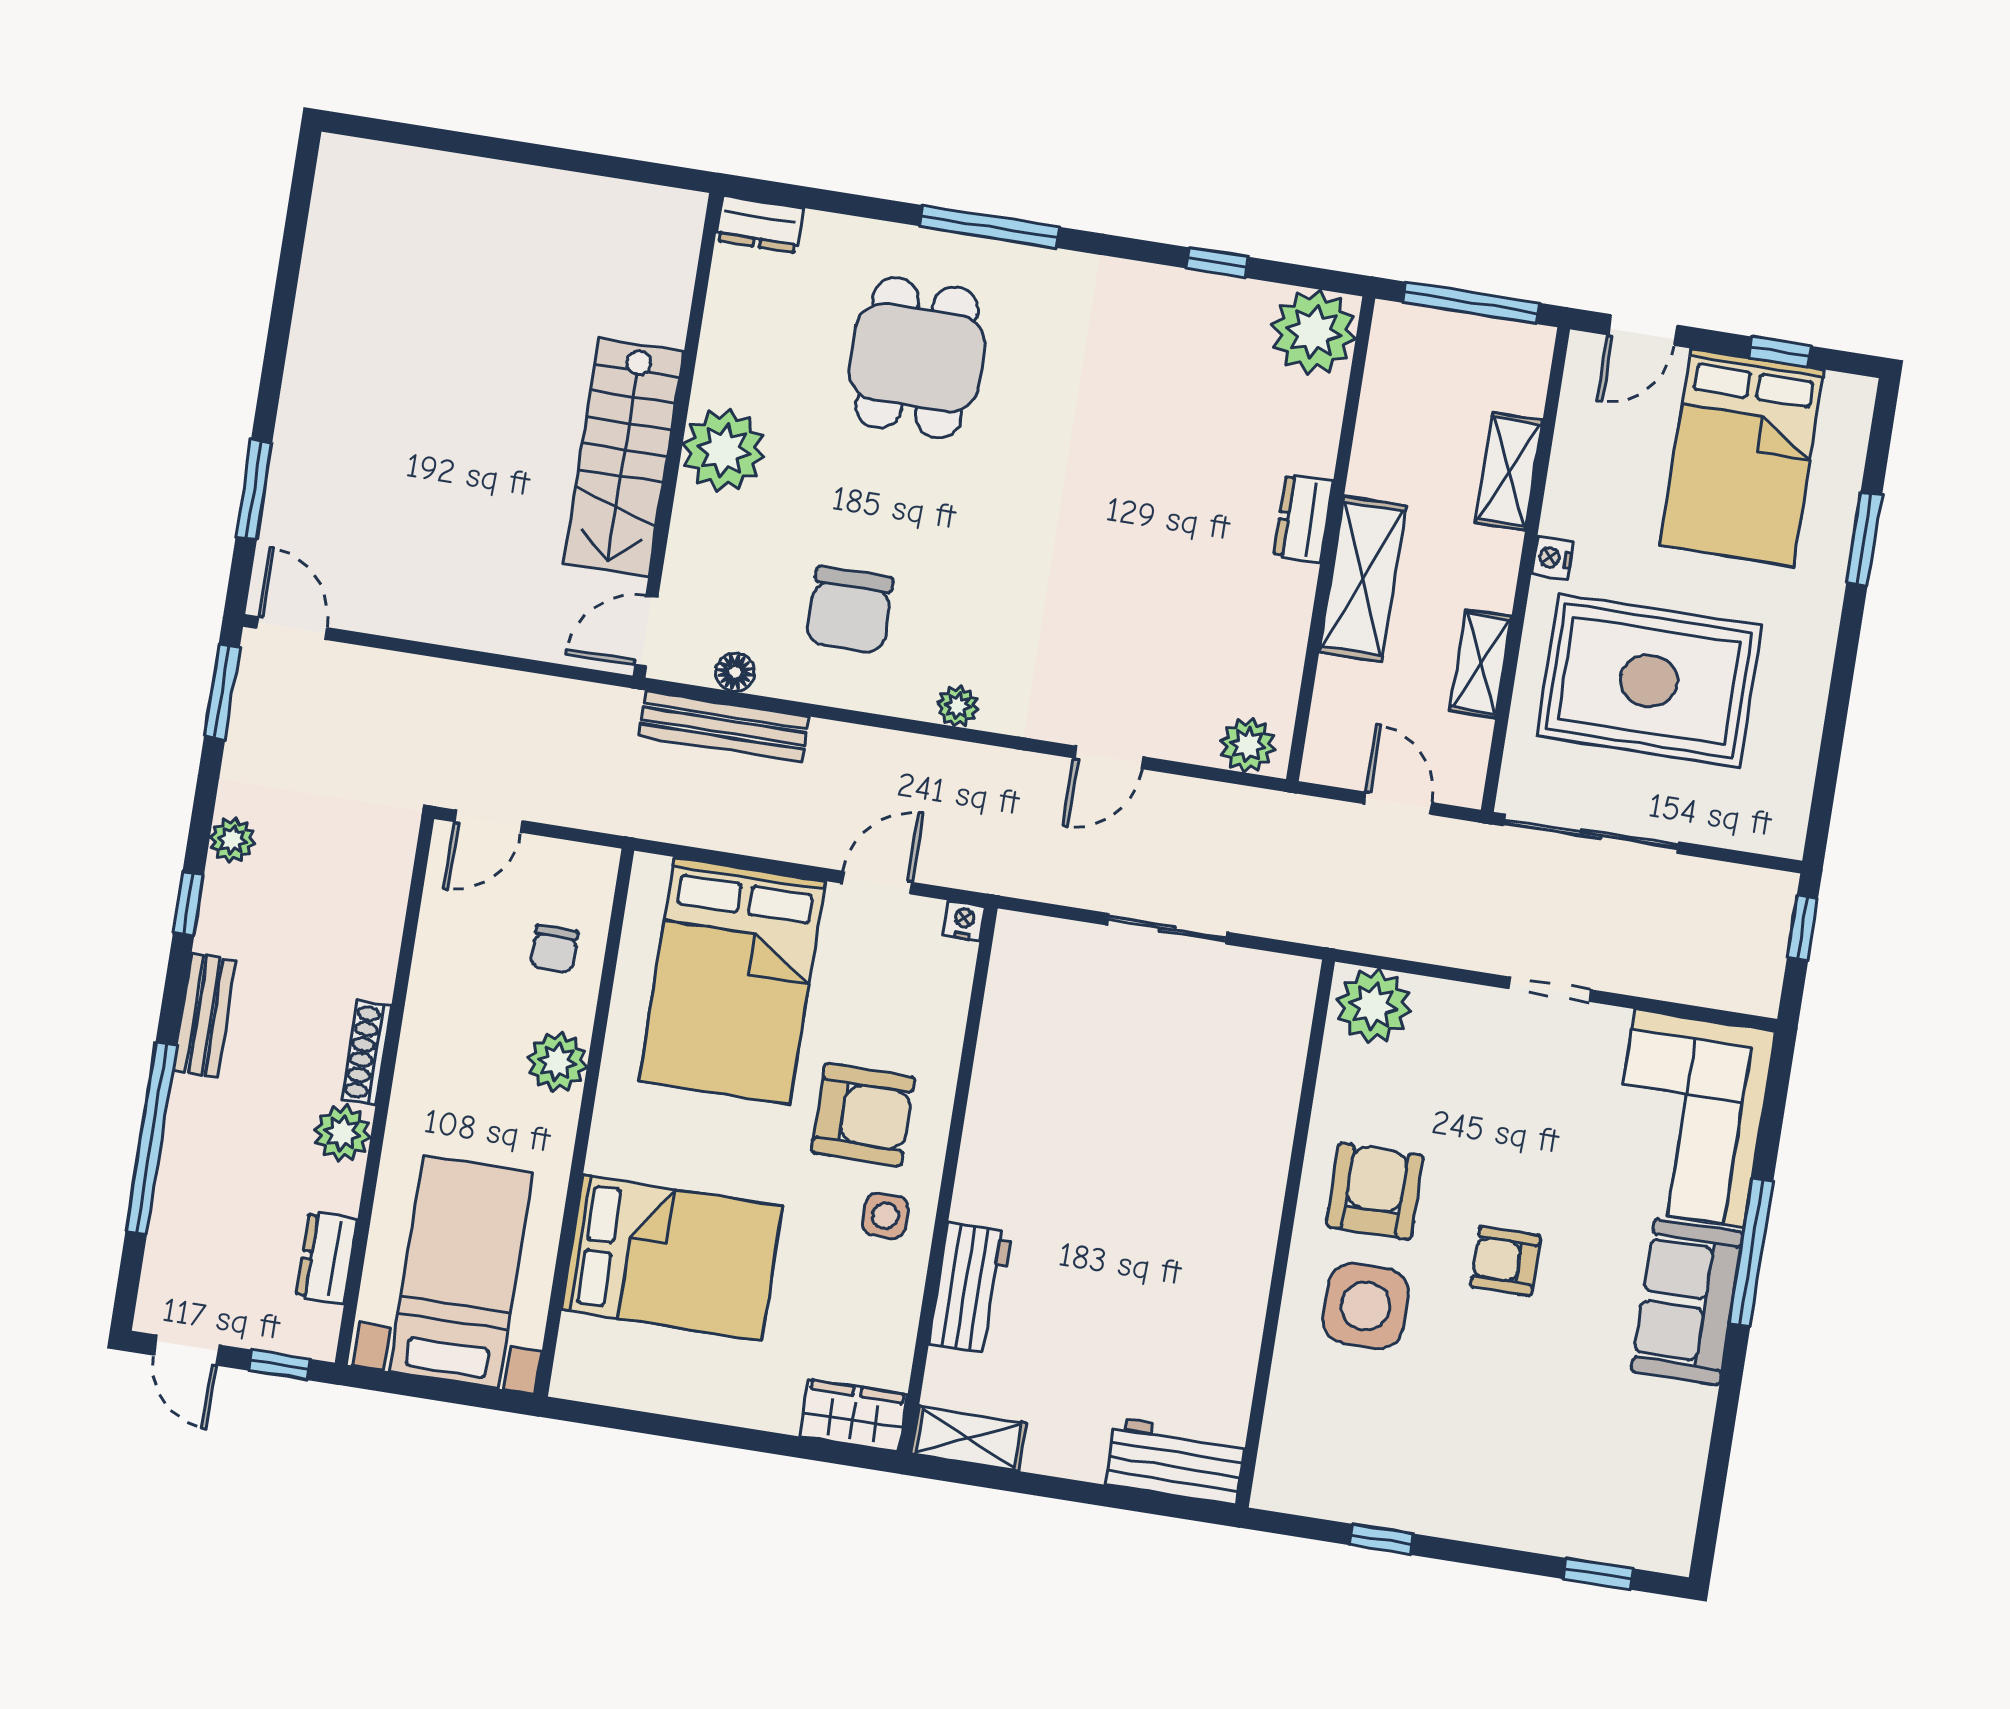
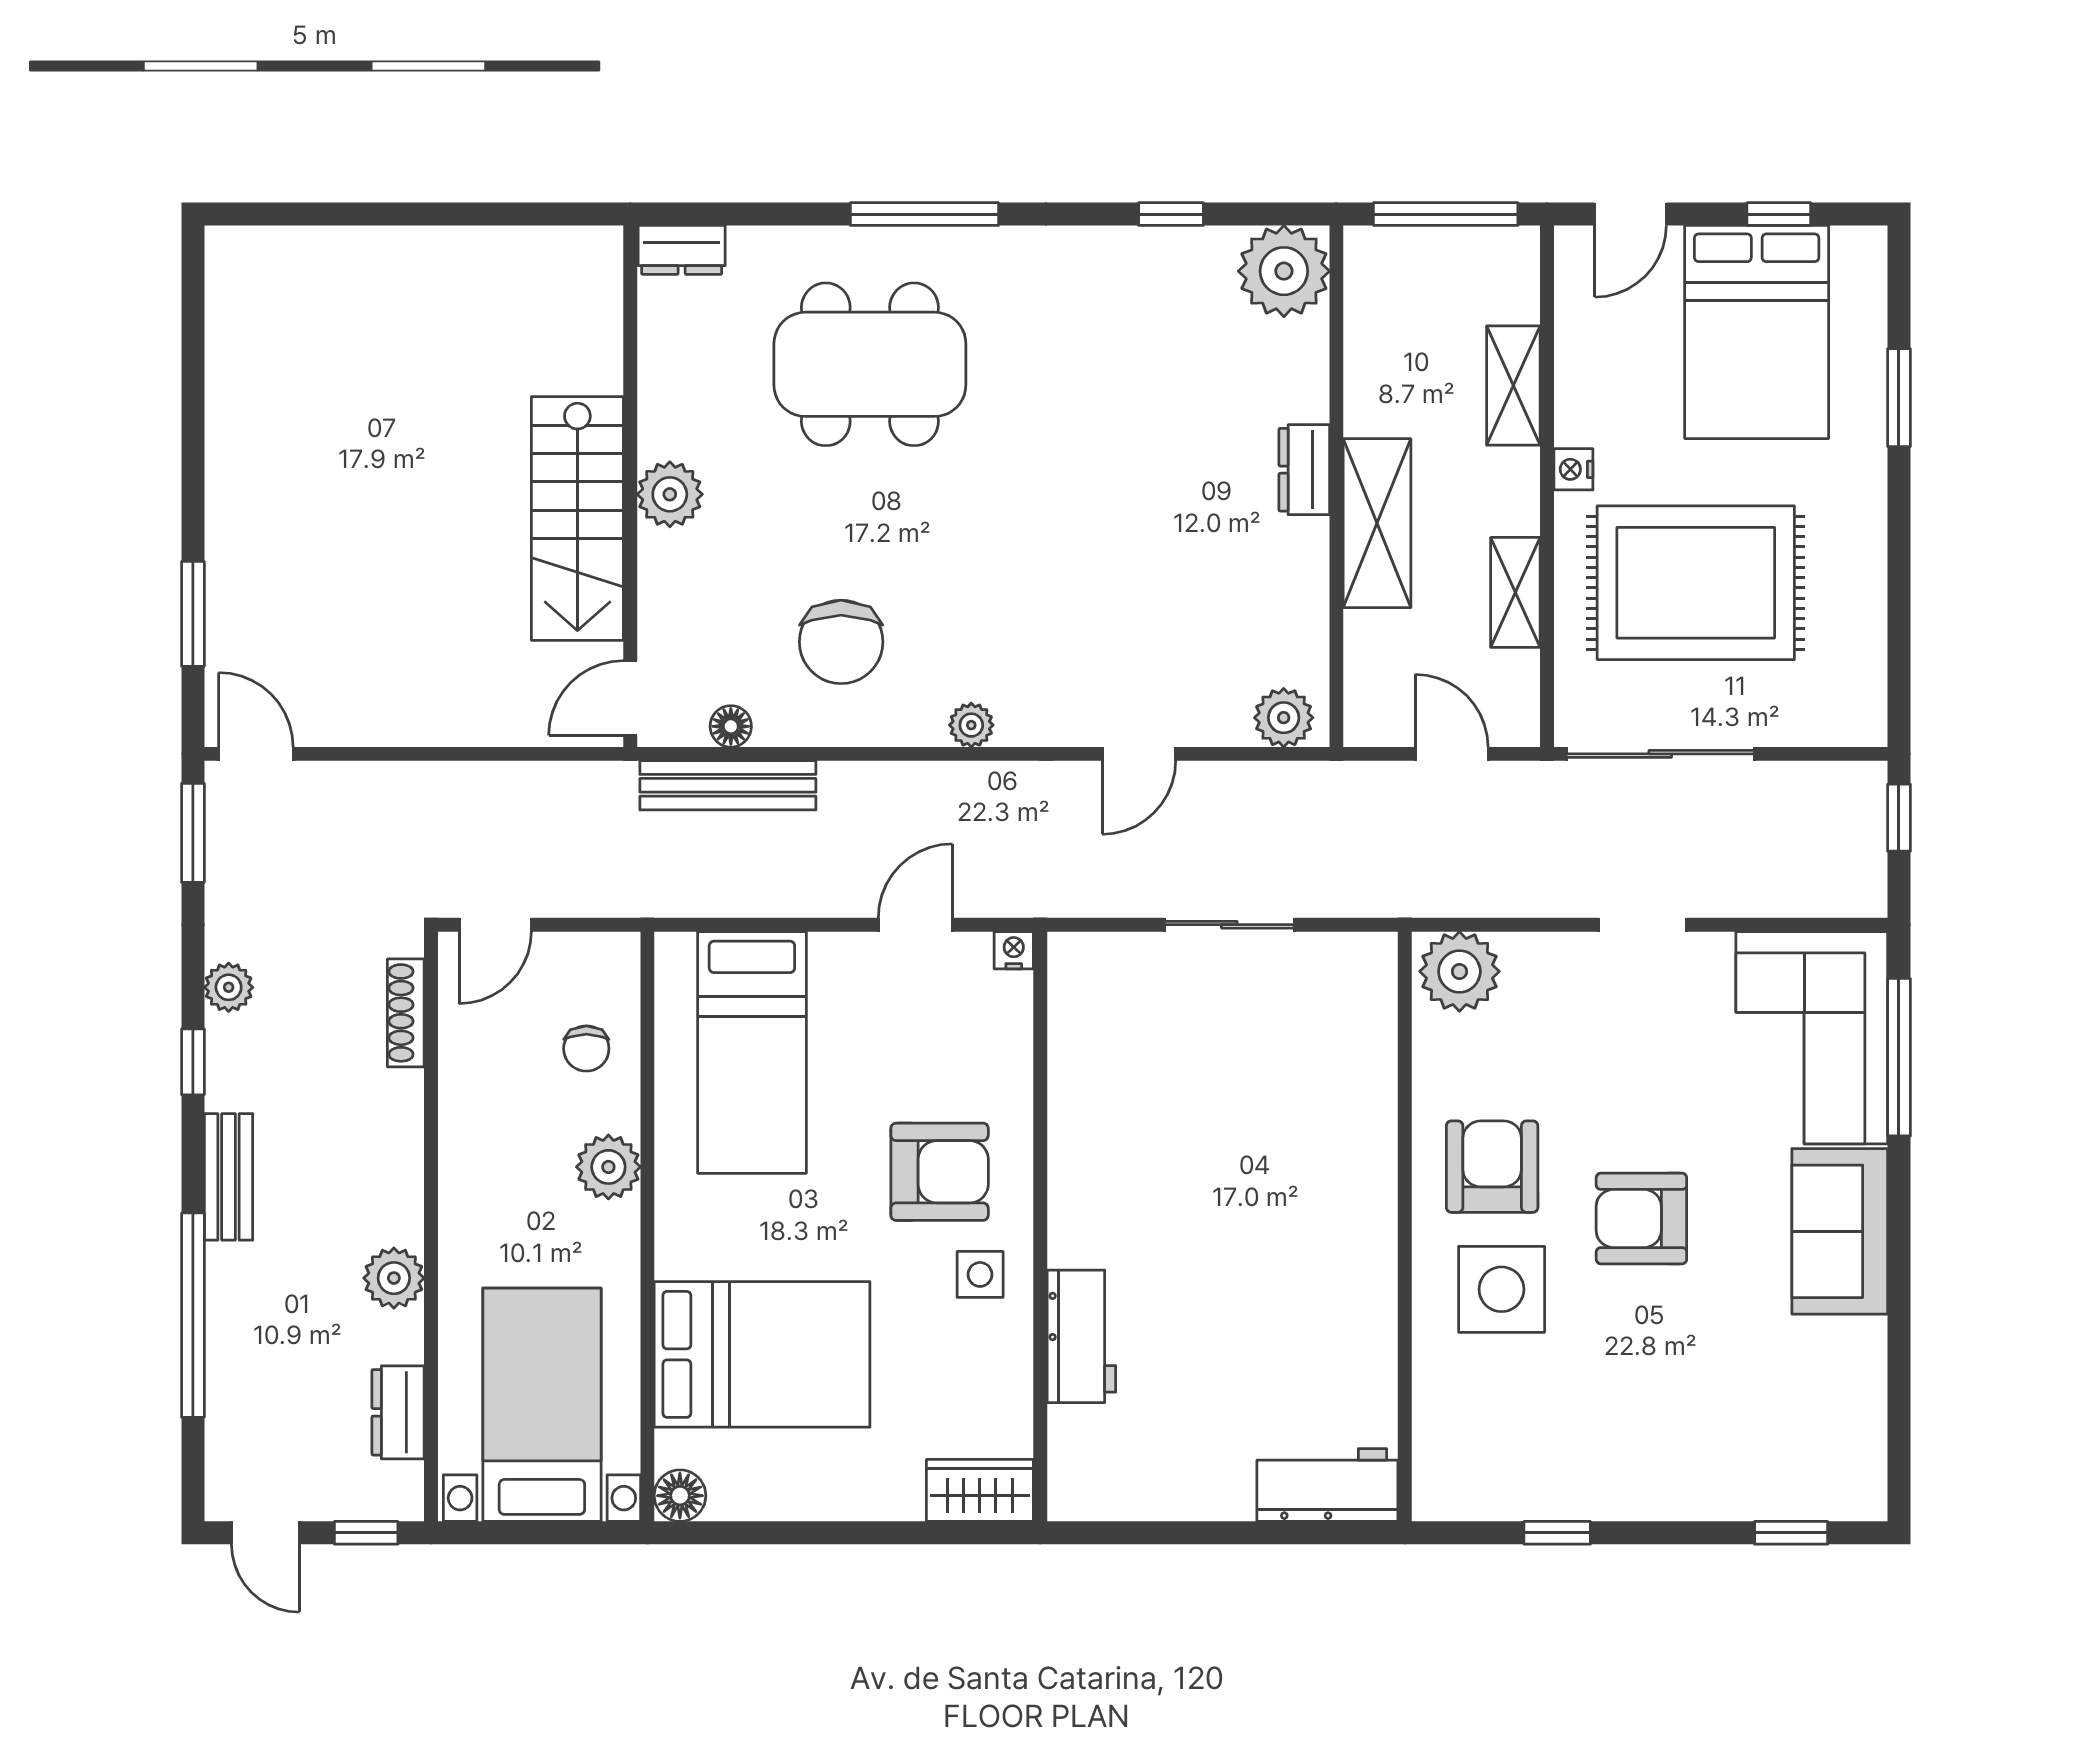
dining table: (917, 358) -> (870, 364), width x1.37
plant: (724, 450) -> (670, 494), width x0.73, depth x0.73
bed: (732, 981) -> (752, 1052), width x0.67
shoe rack: (367, 1053) -> (406, 1013), moved
window: (1751, 1253) -> (1899, 1057), moved
armchair: (1505, 1261) -> (1641, 1219), width x1.38, depth x1.38
floor lamp: (575, 1376) -> (680, 1496), added
shelving: (968, 1439) -> (1105, 1495), removed

